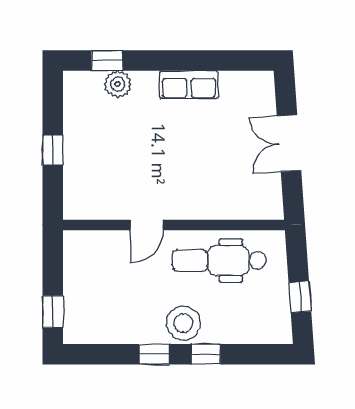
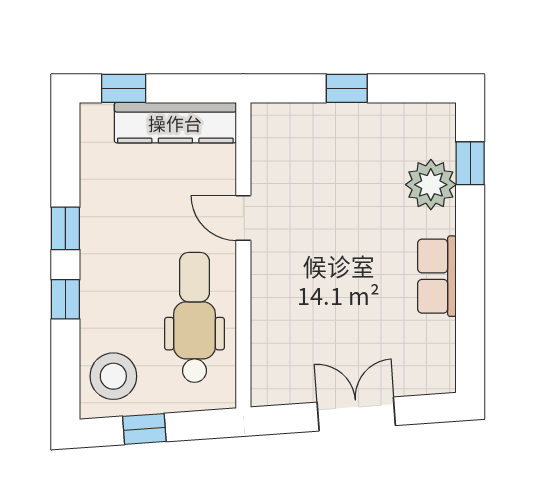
plant: (118, 84) -> (431, 185), width x1.36, depth x1.36
kitchen counter: (78, 274) -> (175, 123), added
stool: (183, 323) -> (113, 376), moved

